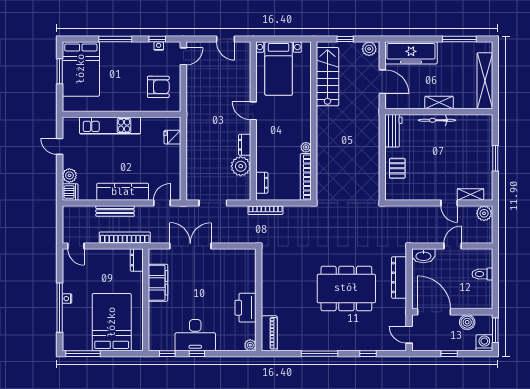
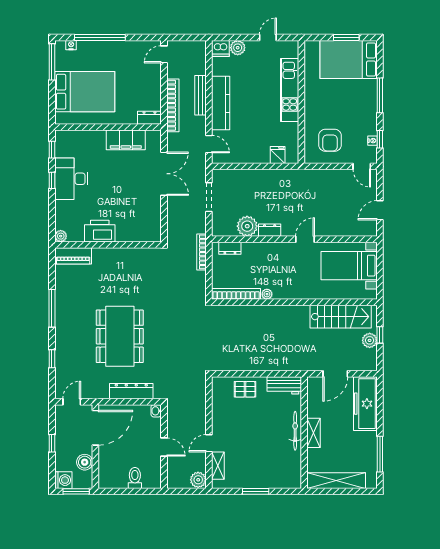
plant: (369, 49) -> (370, 340), moved
washbasin: (423, 256) -> (156, 411), width x0.52, depth x0.69
nightstand: (67, 299) -> (71, 45), moved

